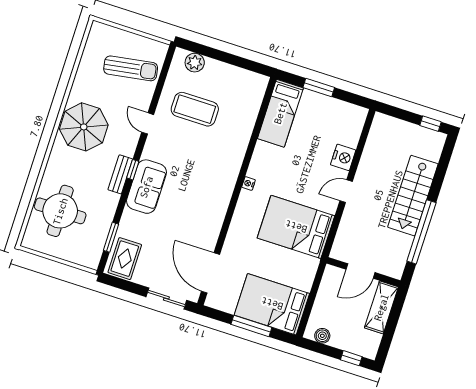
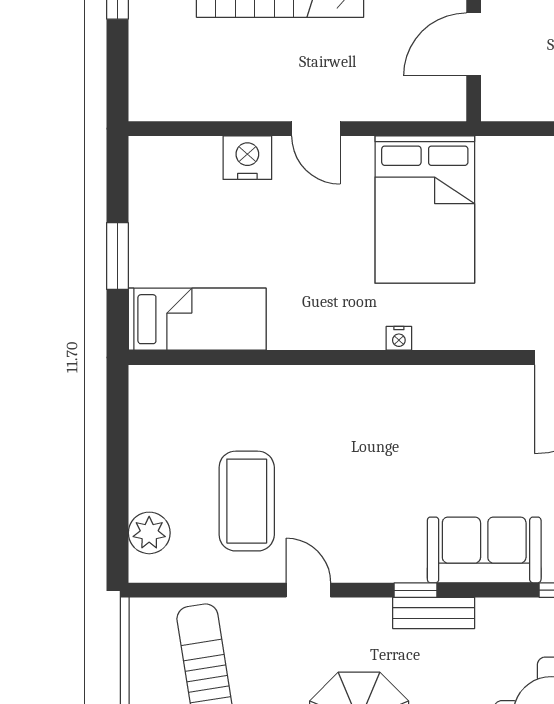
door: (148, 123) -> (308, 590), swing flipped
nightstand: (249, 183) -> (399, 338), moved
sofa: (146, 187) -> (484, 550), moved
door: (361, 271) -> (474, 44), swing flipped

